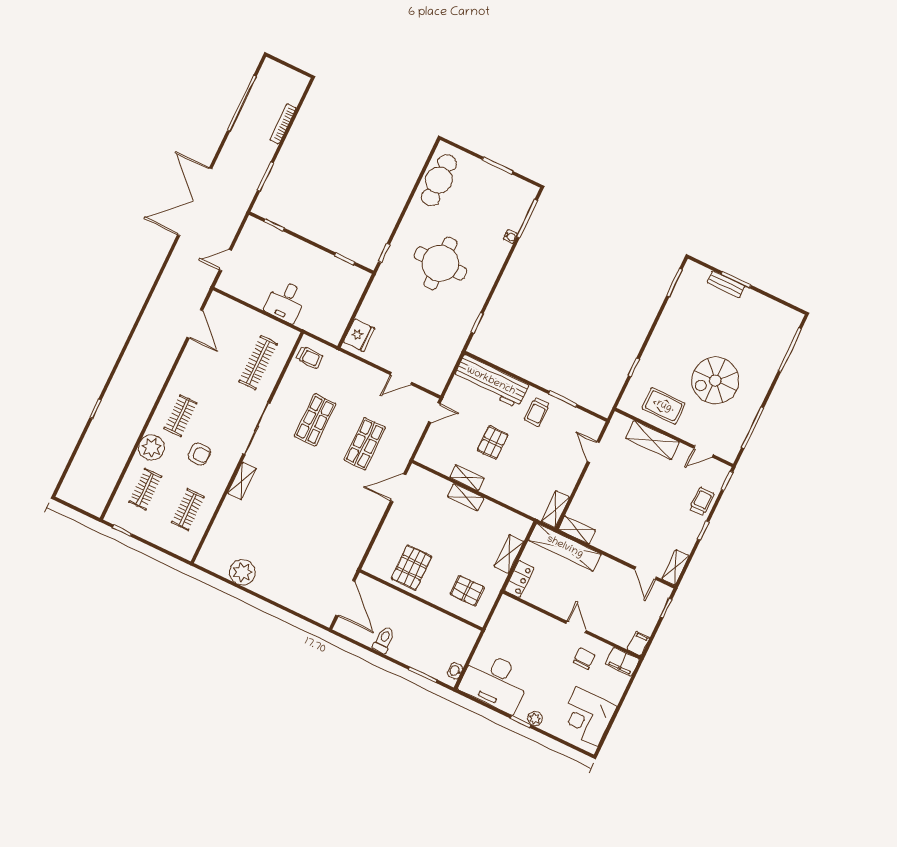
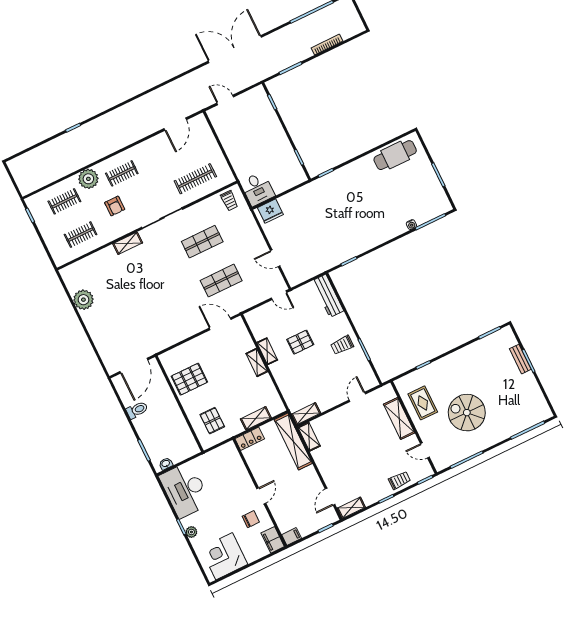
round table: (440, 263) -> (355, 207), removed
desk: (286, 301) -> (258, 189), moved, turned -90
workbench: (491, 381) -> (328, 296), width x0.73, depth x0.76

